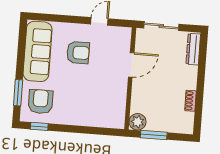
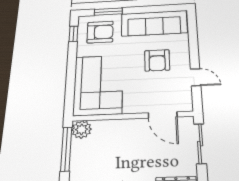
door: (131, 65) -> (163, 115), moved
corner sofa: (96, 106) -> (98, 85), added
window: (154, 135) -> (66, 149), width x1.44

